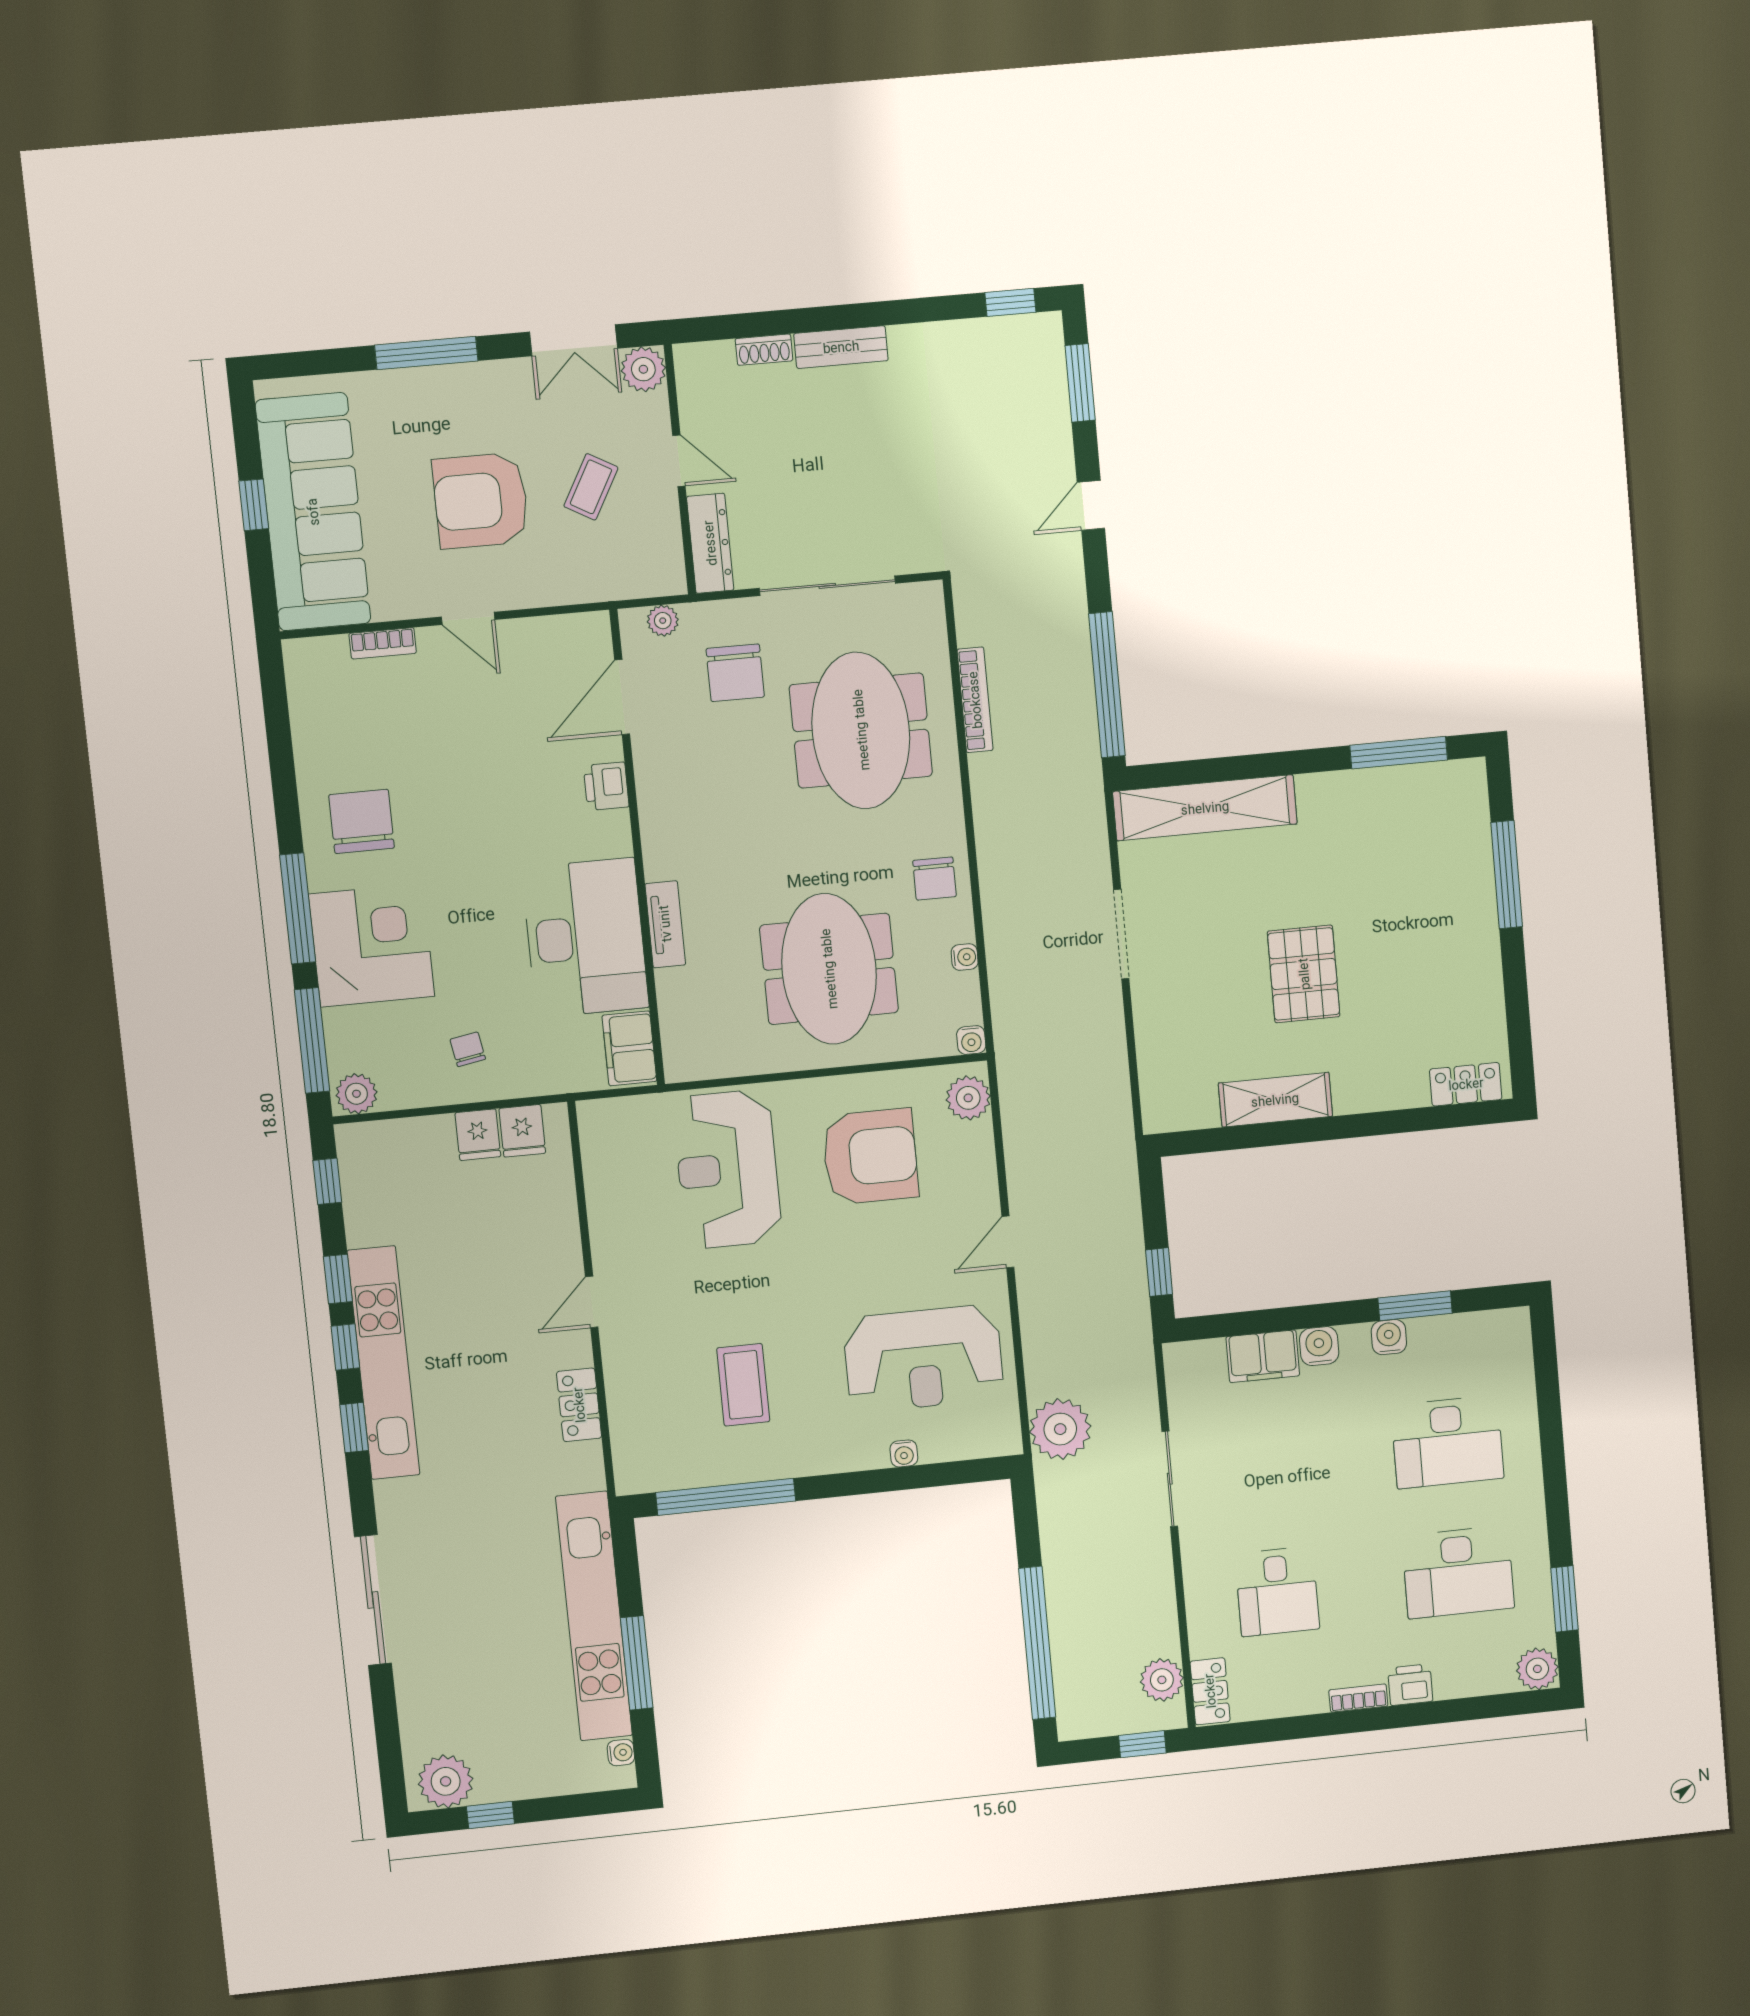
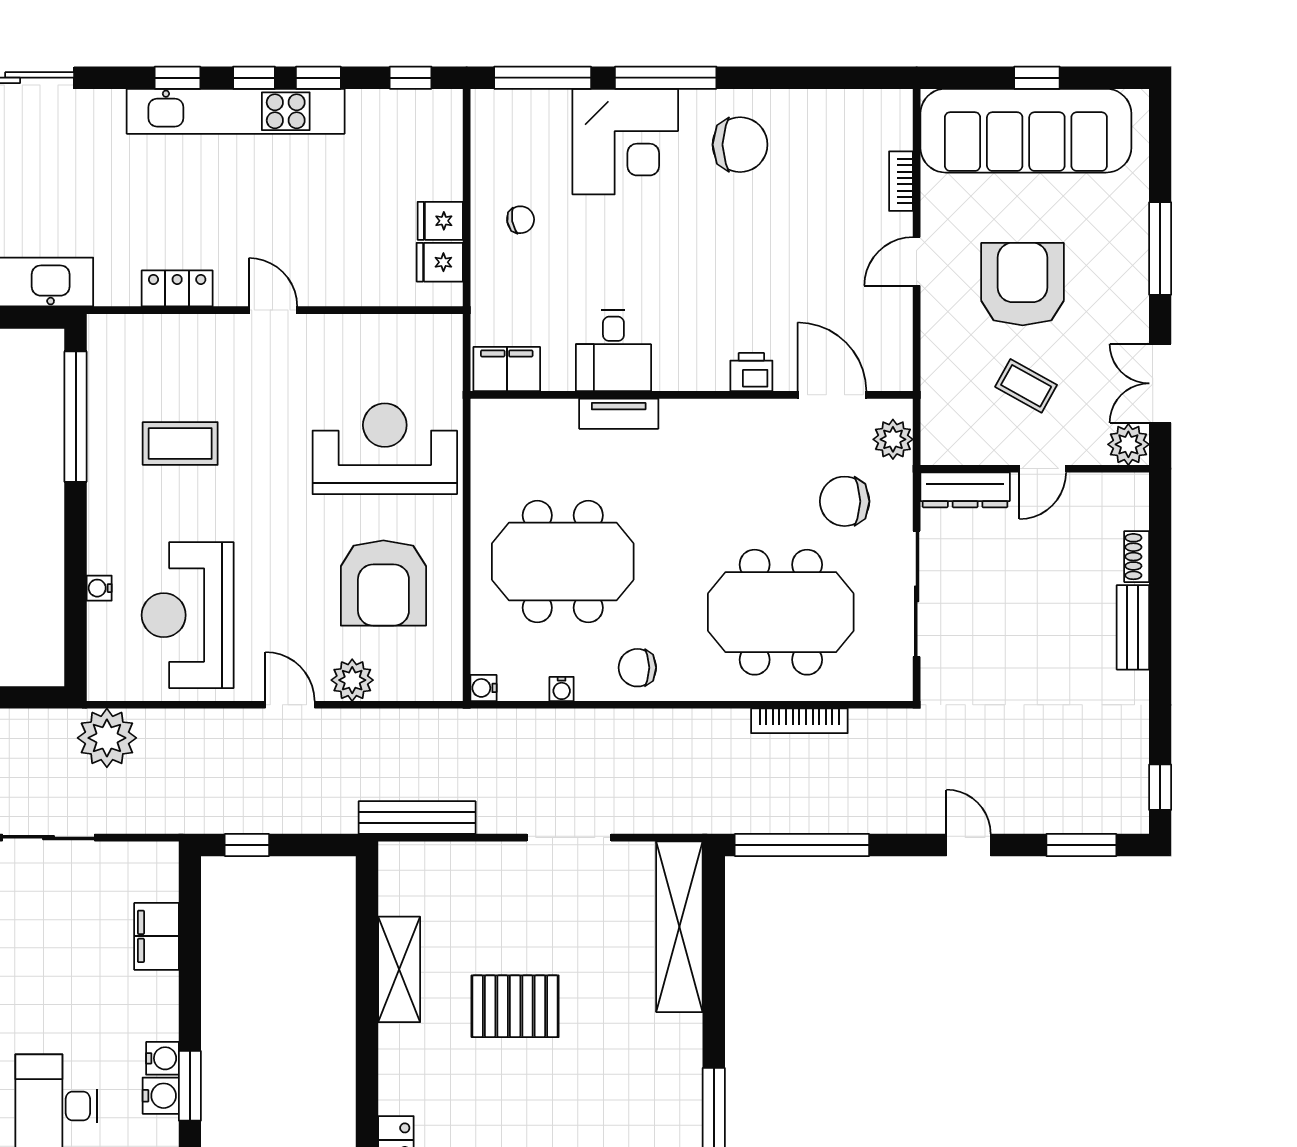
plant: (663, 621) -> (893, 439), width x1.38, depth x1.38
desk: (585, 938) -> (613, 351), width x0.53, depth x0.77
plant: (356, 1094) -> (489, 113), removed
bench: (1114, 1097) -> (417, 818), added
plant: (968, 1098) -> (352, 680), moved
water cooler: (1319, 1346) -> (161, 1096), moved

